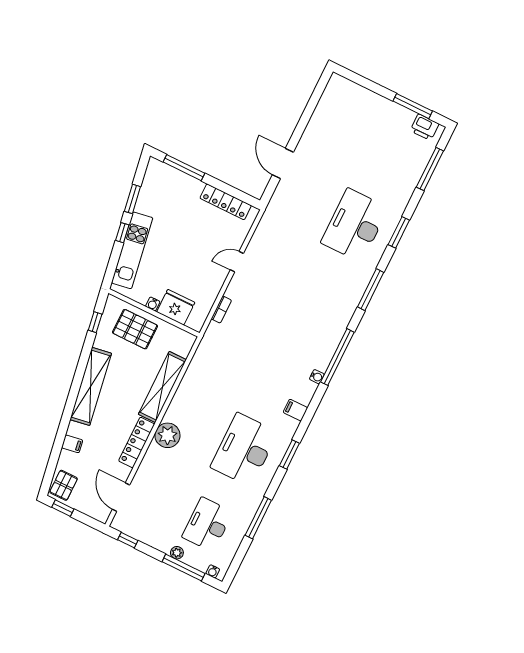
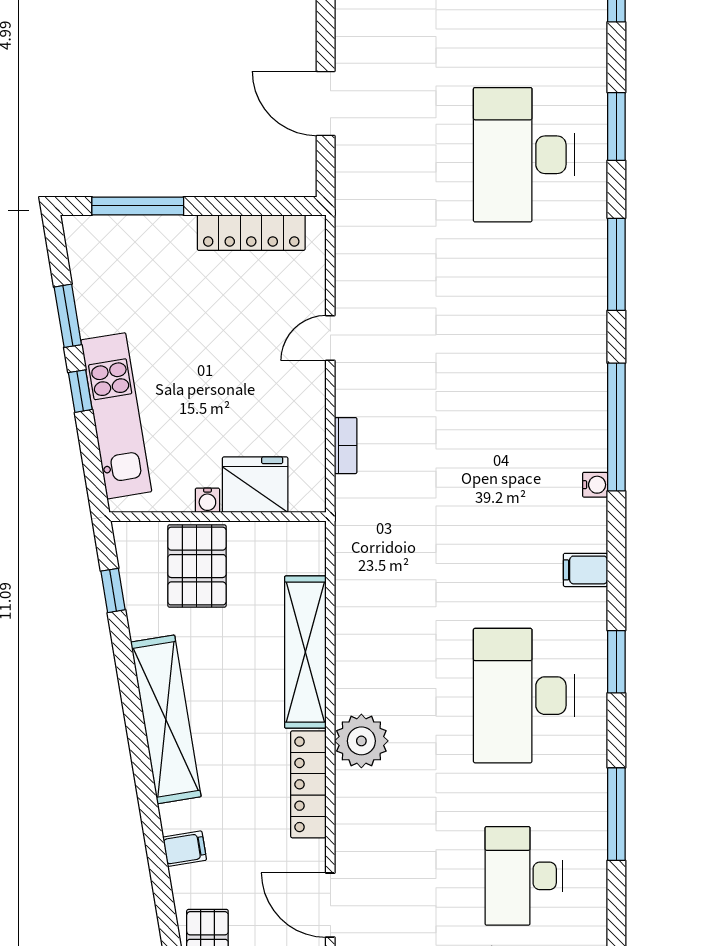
pallet: (135, 329) -> (197, 566), turned 90

